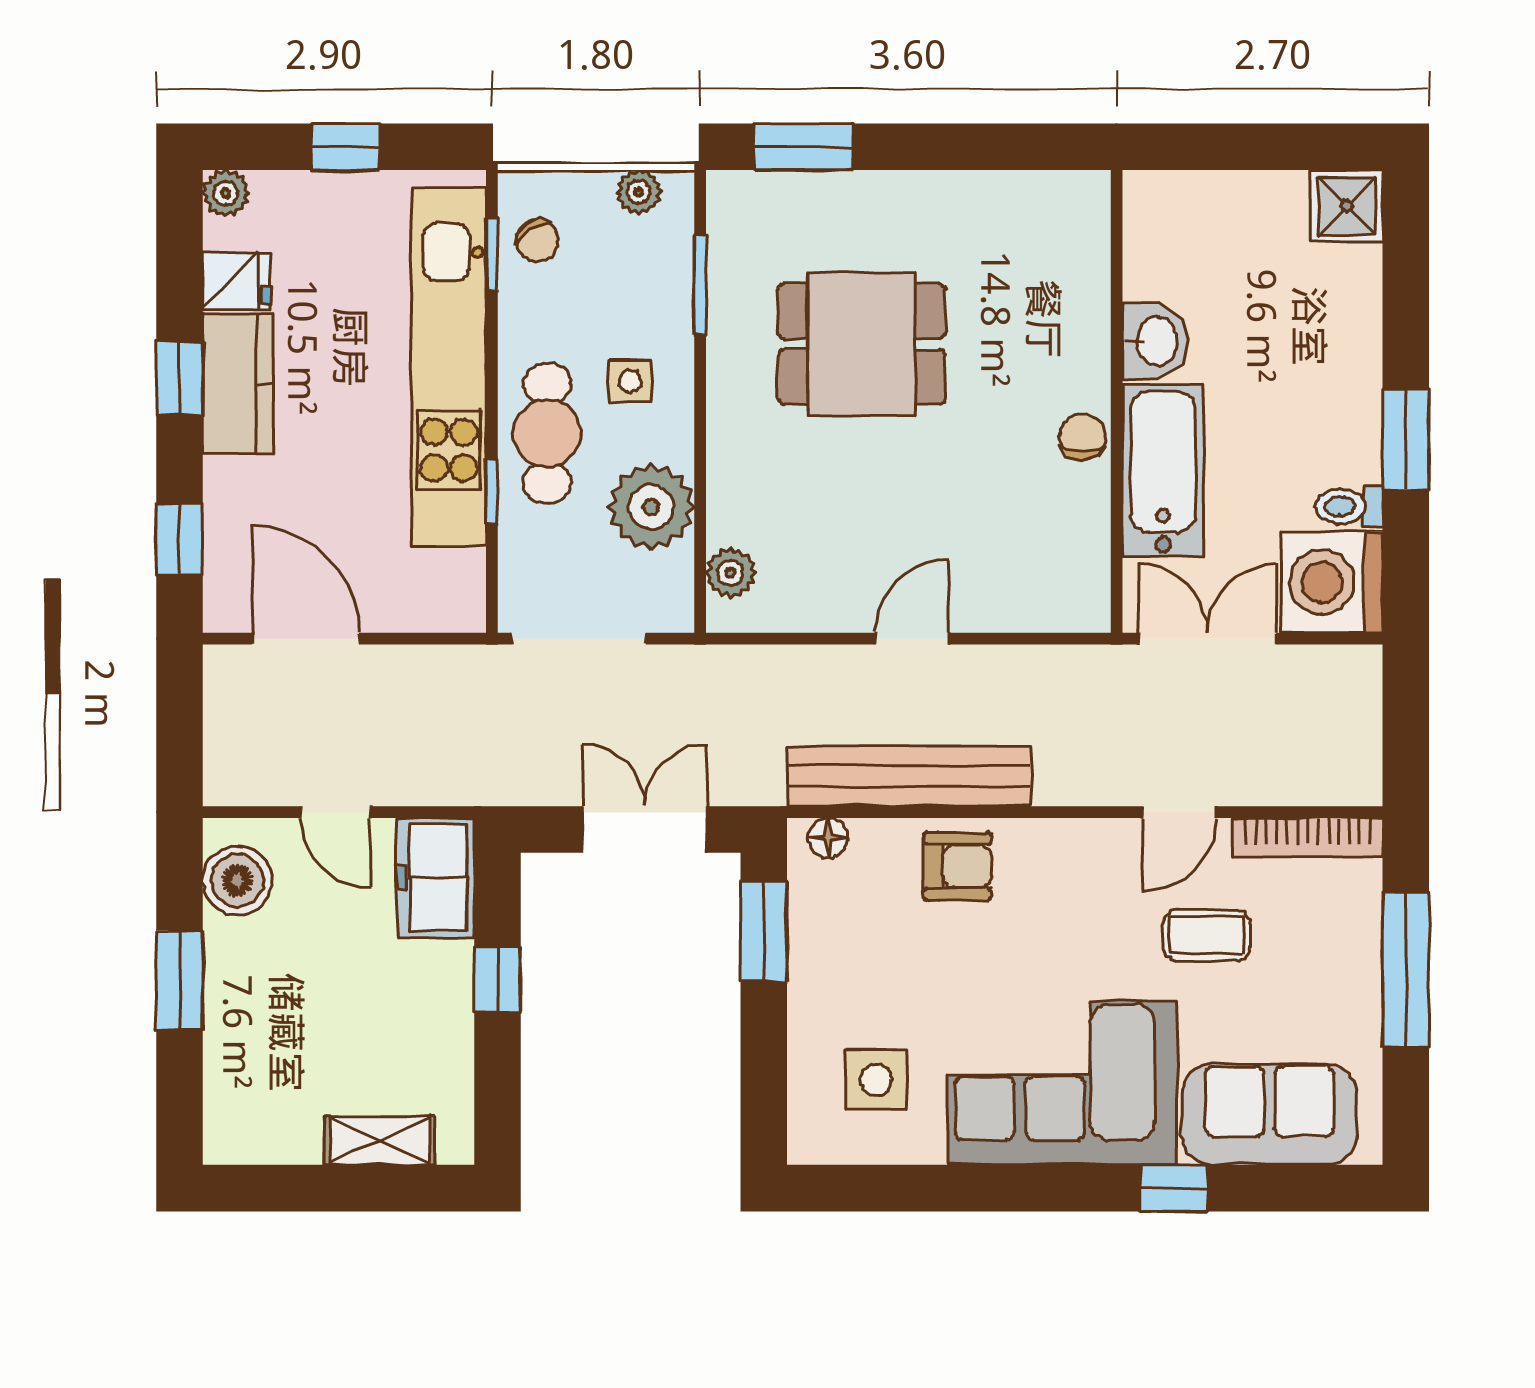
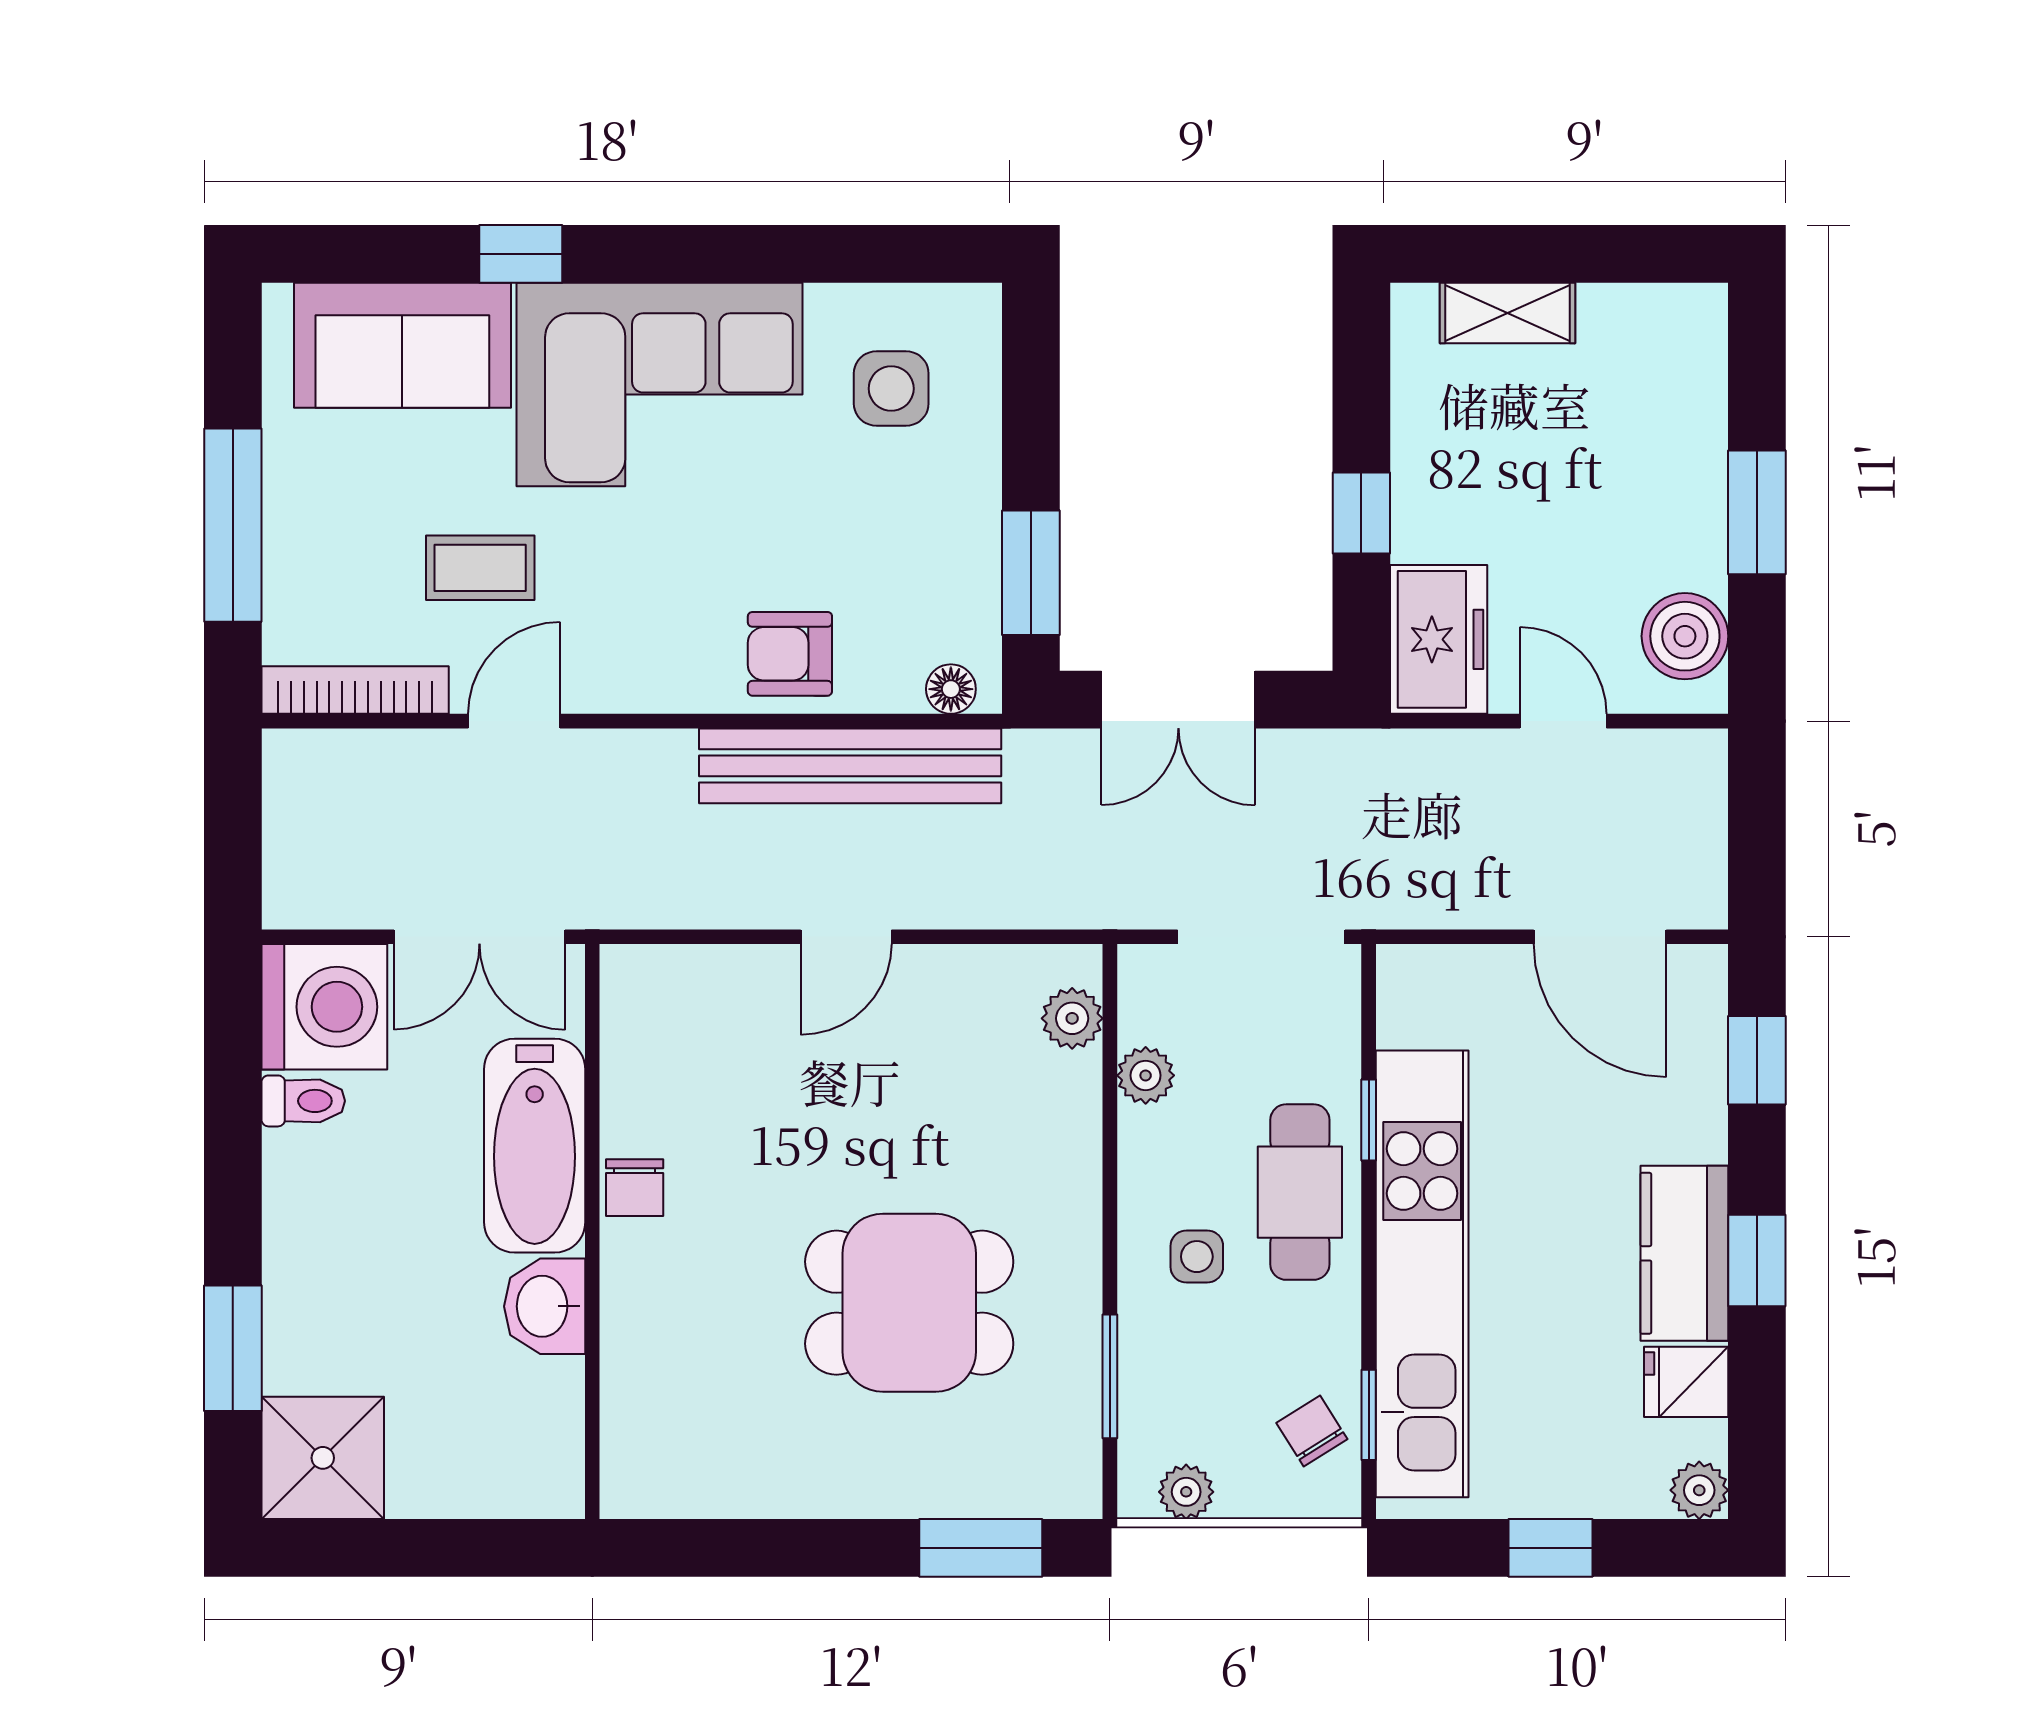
shower: (1347, 206) -> (323, 1458), width x1.36, depth x1.36
window: (1406, 439) -> (233, 1348), moved
plant: (651, 507) -> (1146, 1075), width x0.53, depth x0.53

